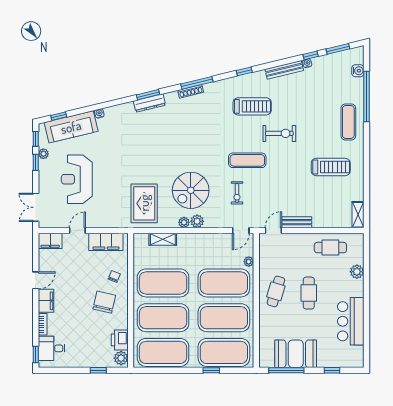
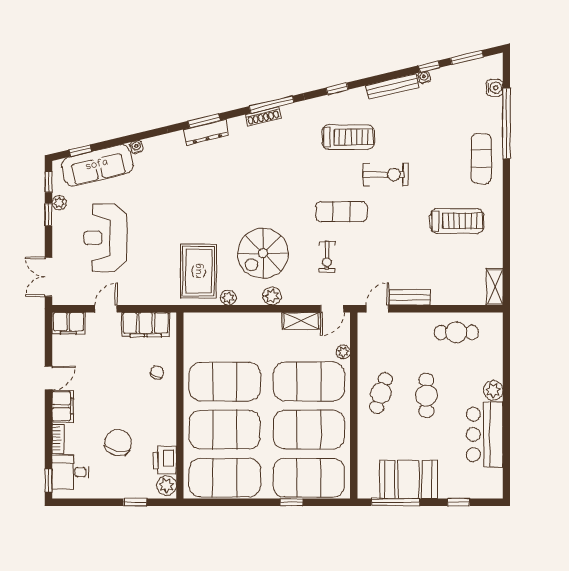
plant: (184, 222) -> (228, 298), moved
shelving: (163, 239) -> (301, 321), moved
plant: (357, 272) -> (493, 390), moved
chair: (104, 302) -> (118, 443), moved

